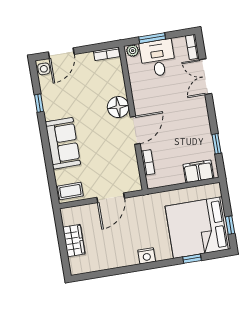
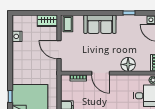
floor lamp: (118, 107) -> (128, 64), moved
wardrobe: (74, 241) -> (47, 21), moved
nightstand: (147, 256) -> (17, 36), moved

